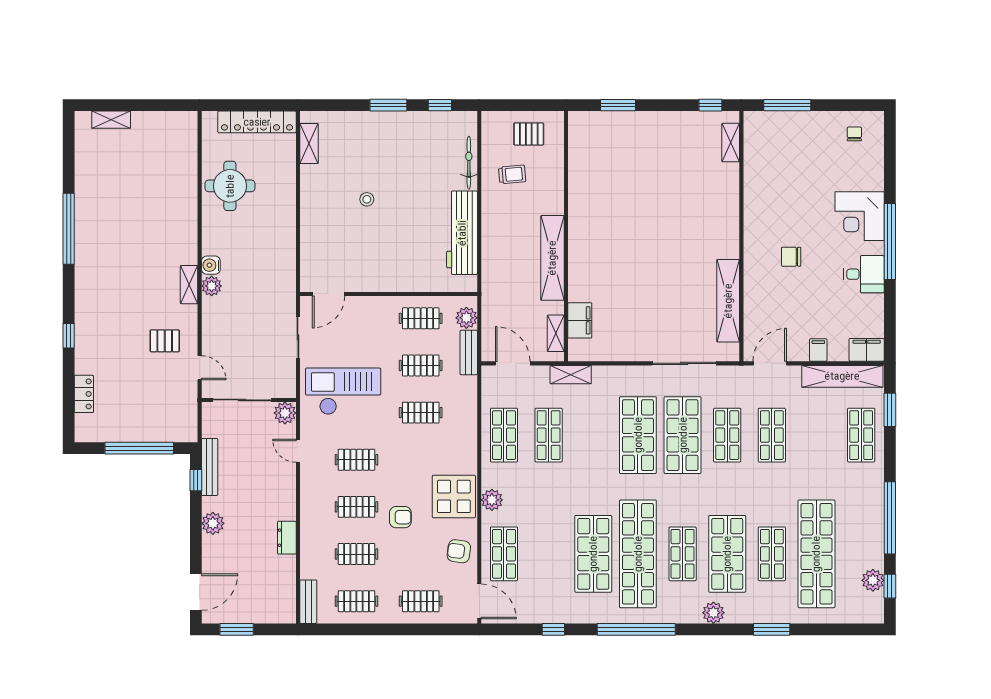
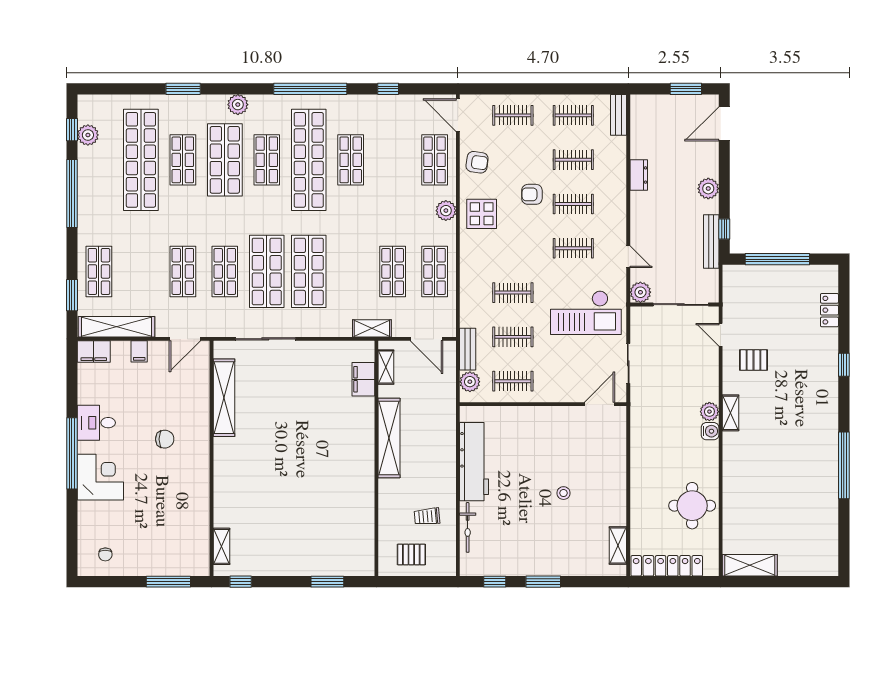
shelving: (111, 120) -> (750, 565), moved, width x1.50, depth x1.33
display table: (454, 496) -> (482, 214), width x0.73, depth x0.73
shop shelf: (593, 554) -> (351, 160), width x0.70, depth x0.74

